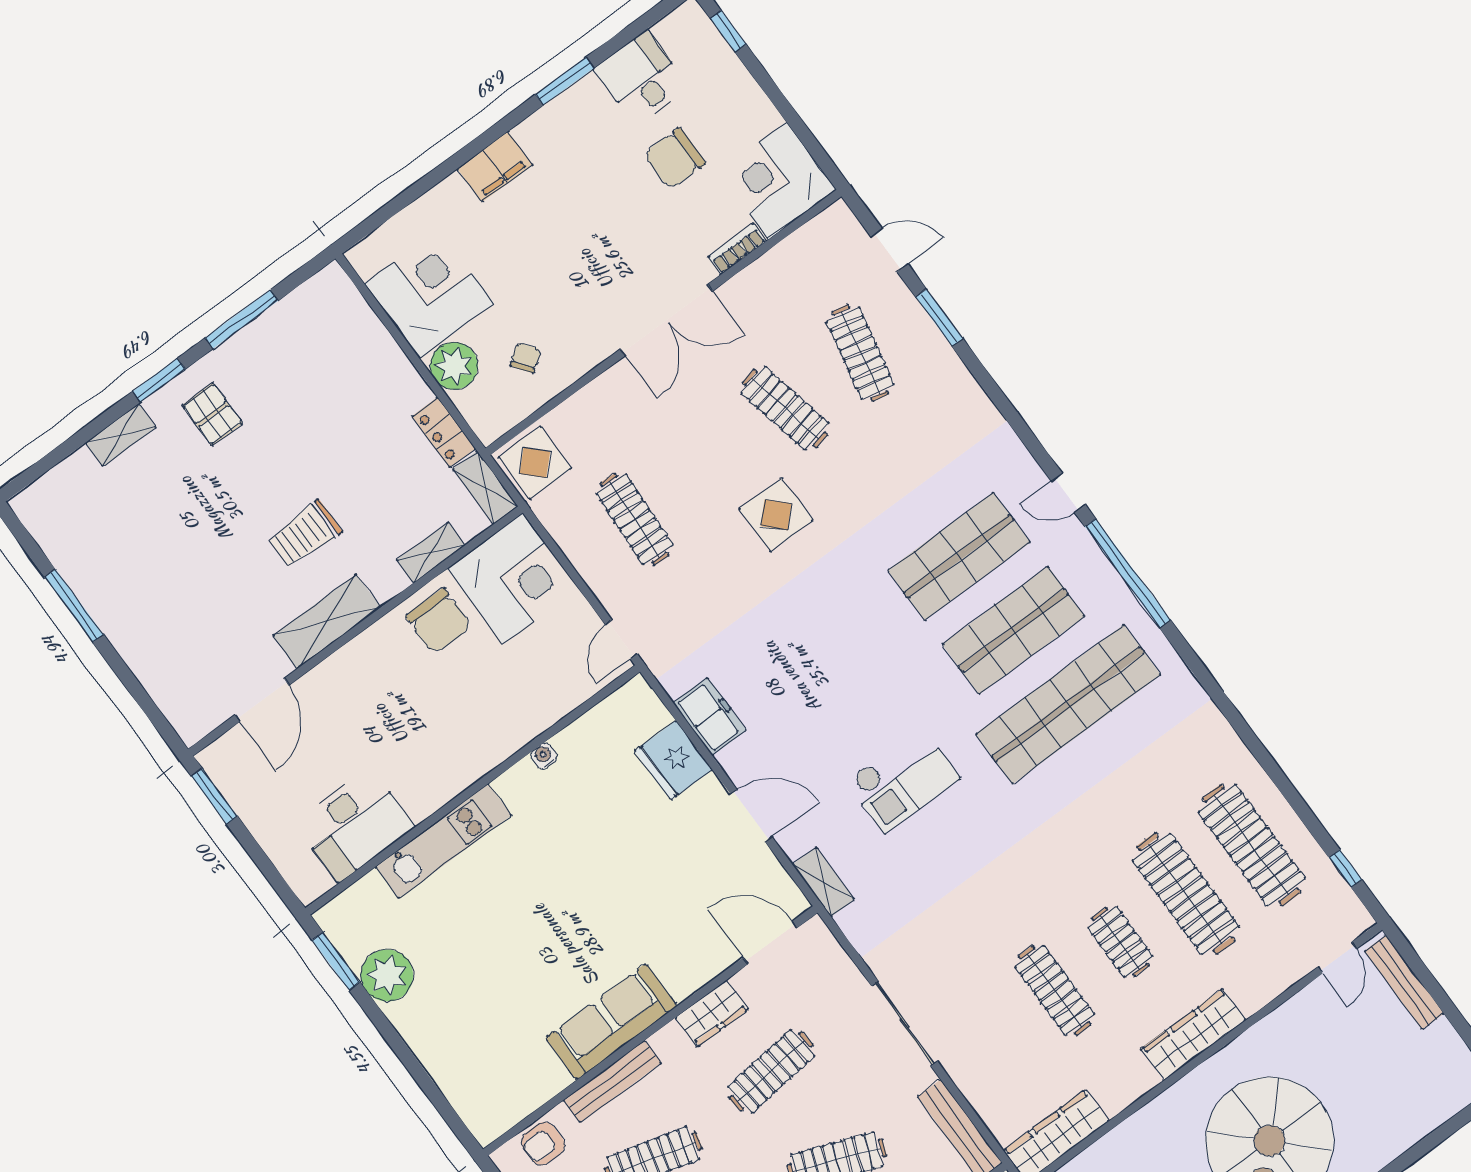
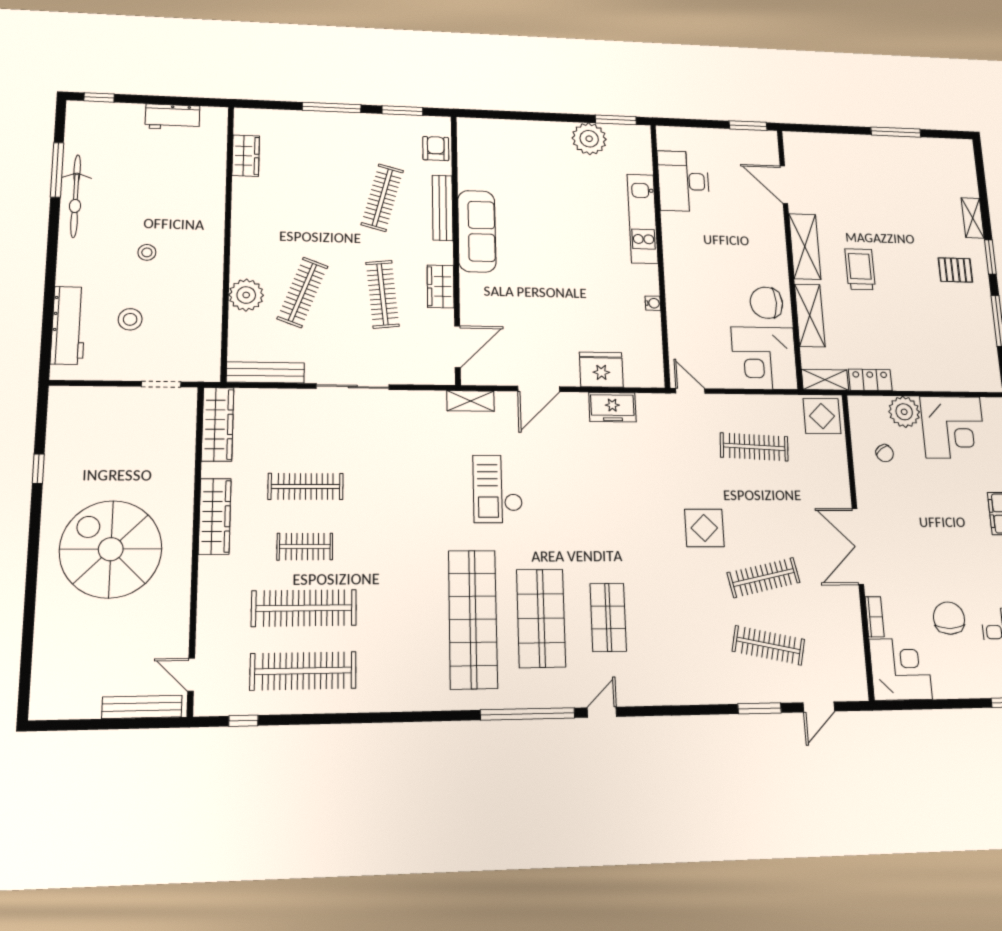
shelving: (431, 552) -> (810, 315), width x1.50, depth x1.33
shop shelf: (959, 556) -> (608, 617), width x0.70, depth x0.74
wardrobe: (1193, 1035) -> (215, 516), moved

